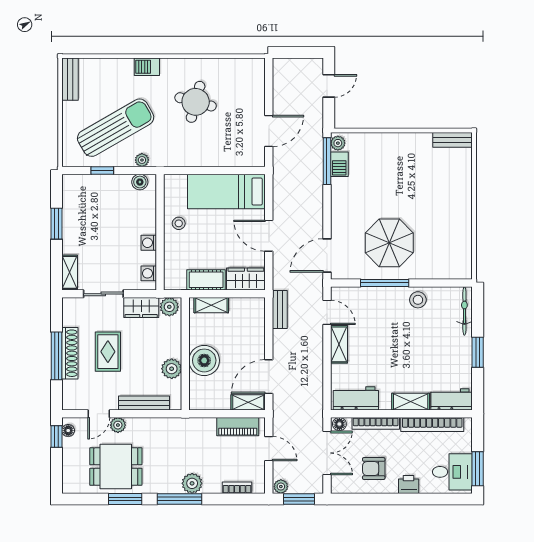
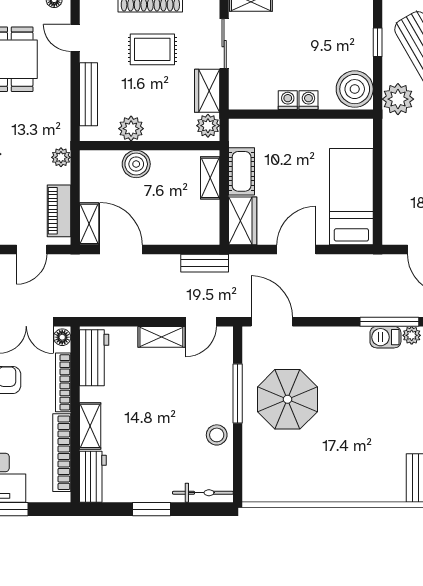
plant: (142, 160) -> (398, 99), width x1.87, depth x1.87
boiler: (140, 182) -> (355, 89), width x1.86, depth x1.86
stool: (179, 223) -> (312, 137), removed
washing machine: (149, 273) -> (308, 100), moved
boiler: (204, 360) -> (136, 164), width x0.73, depth x0.73
plant: (118, 425) -> (61, 157), moved

